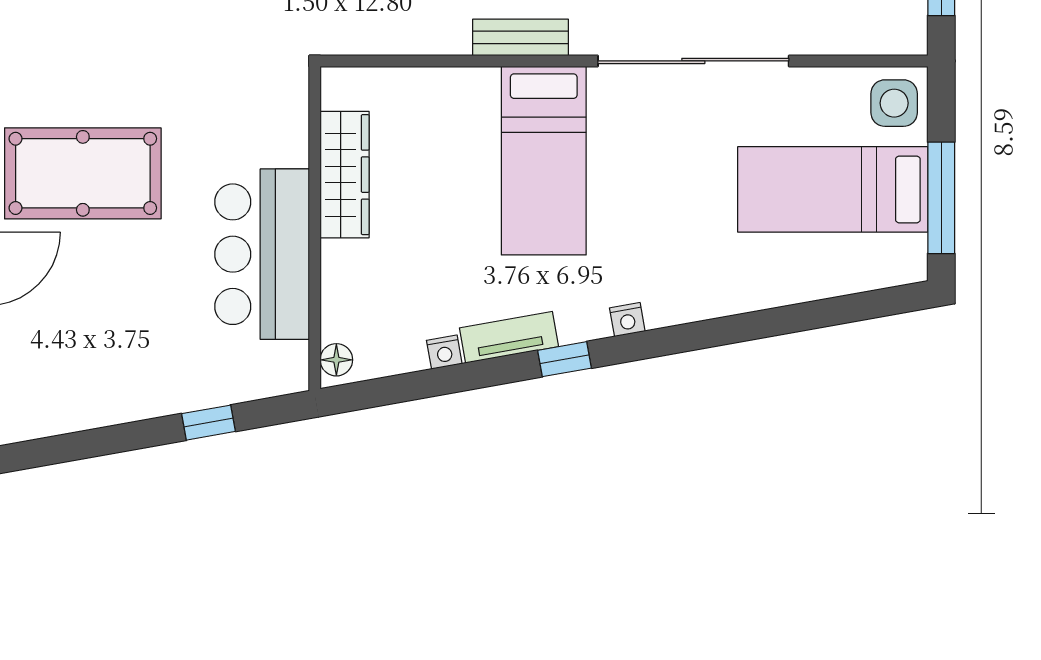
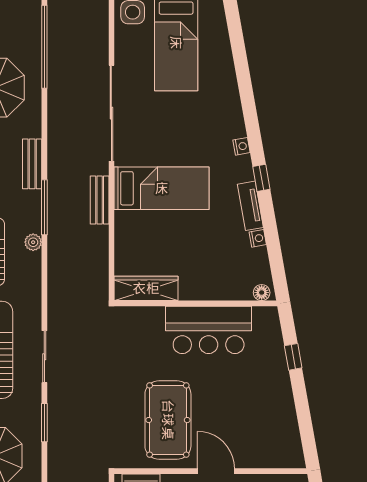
wardrobe: (345, 175) -> (146, 288), moved

